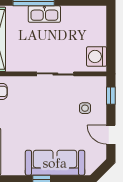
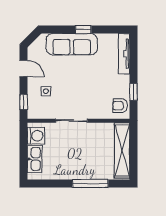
kitchen sink: (44, 14) -> (35, 159), moved, turned 90

